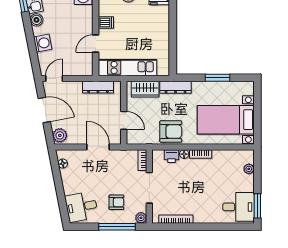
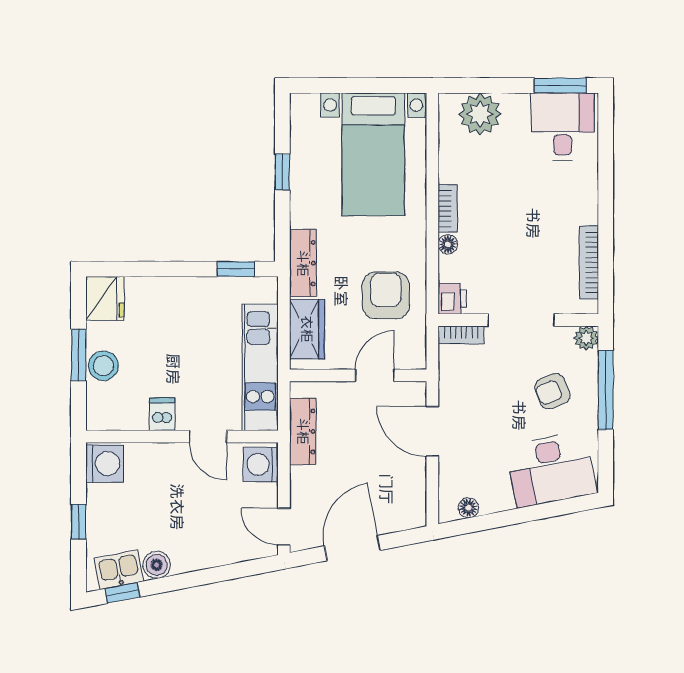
washing machine: (43, 43) -> (261, 464), moved, turned -79
window: (173, 56) -> (236, 269), added
window: (217, 78) -> (282, 172), width x0.67
armchair: (171, 132) -> (386, 295), moved
plant: (60, 135) -> (407, 514), removed
door: (98, 147) -> (432, 431), hinge flipped
printer: (172, 156) -> (452, 299), moved
plant: (249, 169) -> (480, 114), width x1.88, depth x1.88
armchair: (116, 202) -> (552, 391), turned -112
desk: (81, 207) -> (551, 469), width x1.37

